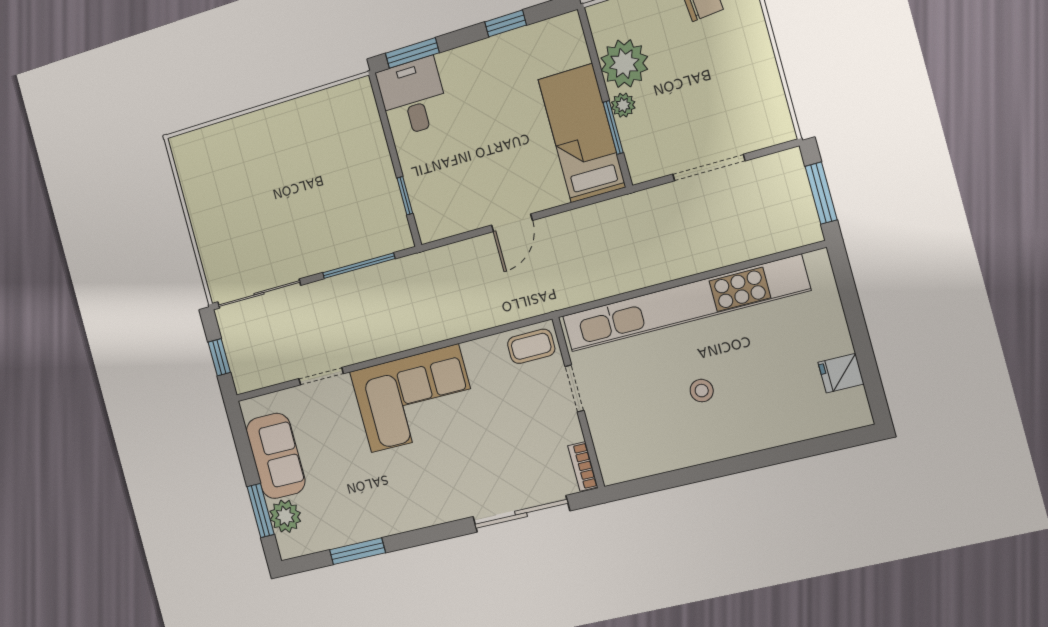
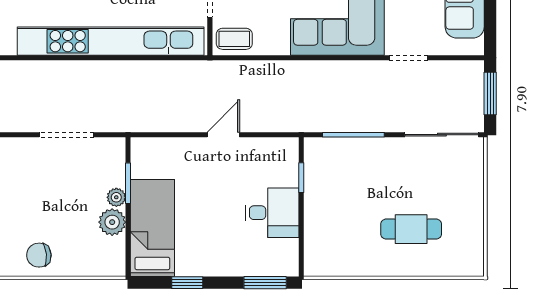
plant: (624, 64) -> (112, 222), width x0.73, depth x0.73
desk: (413, 97) -> (272, 213), moved, turned -90
bed: (582, 133) -> (152, 228), moved, turned 180
cafe table: (263, 170) -> (411, 229), added
window: (219, 357) -> (490, 94), width x1.50

